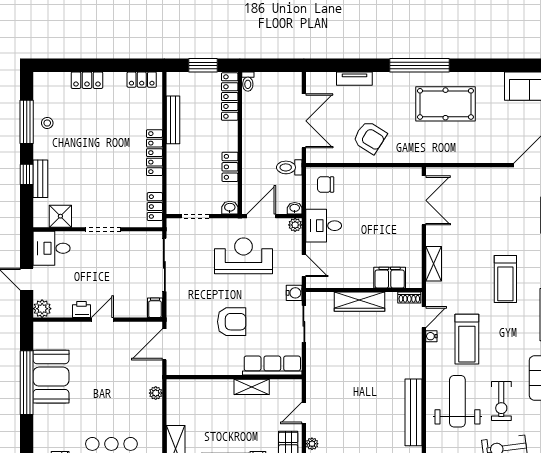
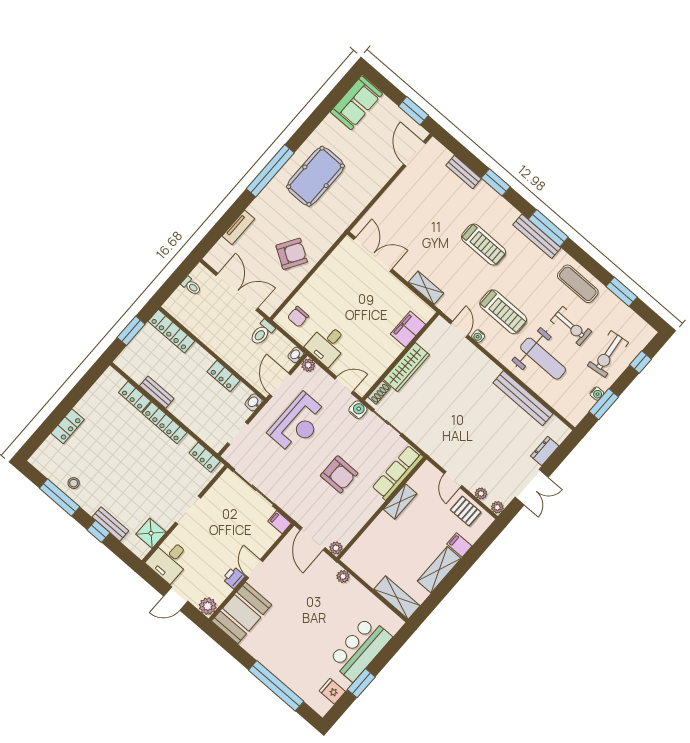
locker: (142, 80) -> (135, 397), moved, turned 90
toilet: (248, 82) -> (191, 286), moved
bench: (173, 120) -> (157, 392), width x0.73
reception desk: (243, 256) -> (298, 423), turned 180
shoe rack: (409, 298) -> (379, 392), moved
armchair: (232, 322) -> (339, 474), turned 90
plant: (173, 368) -> (336, 548), added
booth: (51, 377) -> (242, 613), moved, turned 90
window: (27, 383) -> (276, 686), moved
weight bench: (457, 401) -> (543, 359), turned 180

